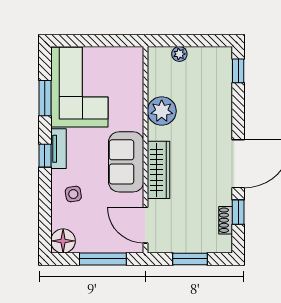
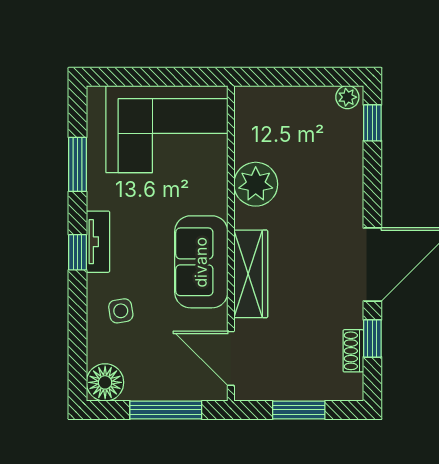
plant: (179, 54) -> (347, 97), moved
corner sofa: (79, 87) -> (167, 129), moved, turned 90

